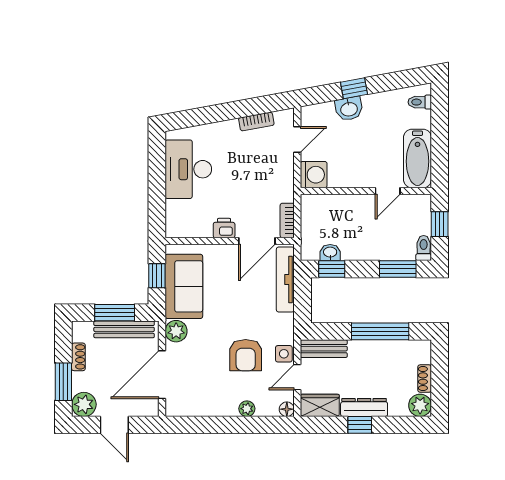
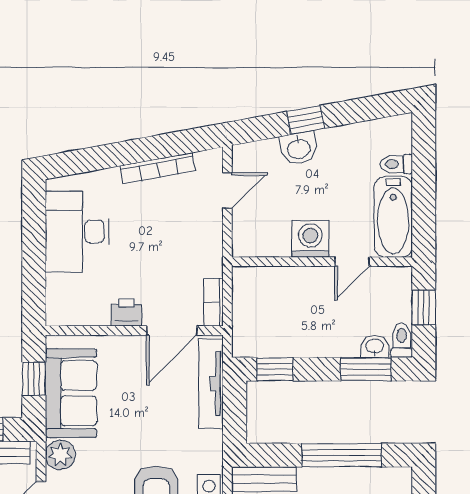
toilet: (420, 102) -> (396, 164), moved
bookcase: (256, 121) -> (158, 168), width x1.56
washing machine: (314, 175) -> (310, 239), moved, turned -90
washbasin: (330, 253) -> (375, 346), moved

